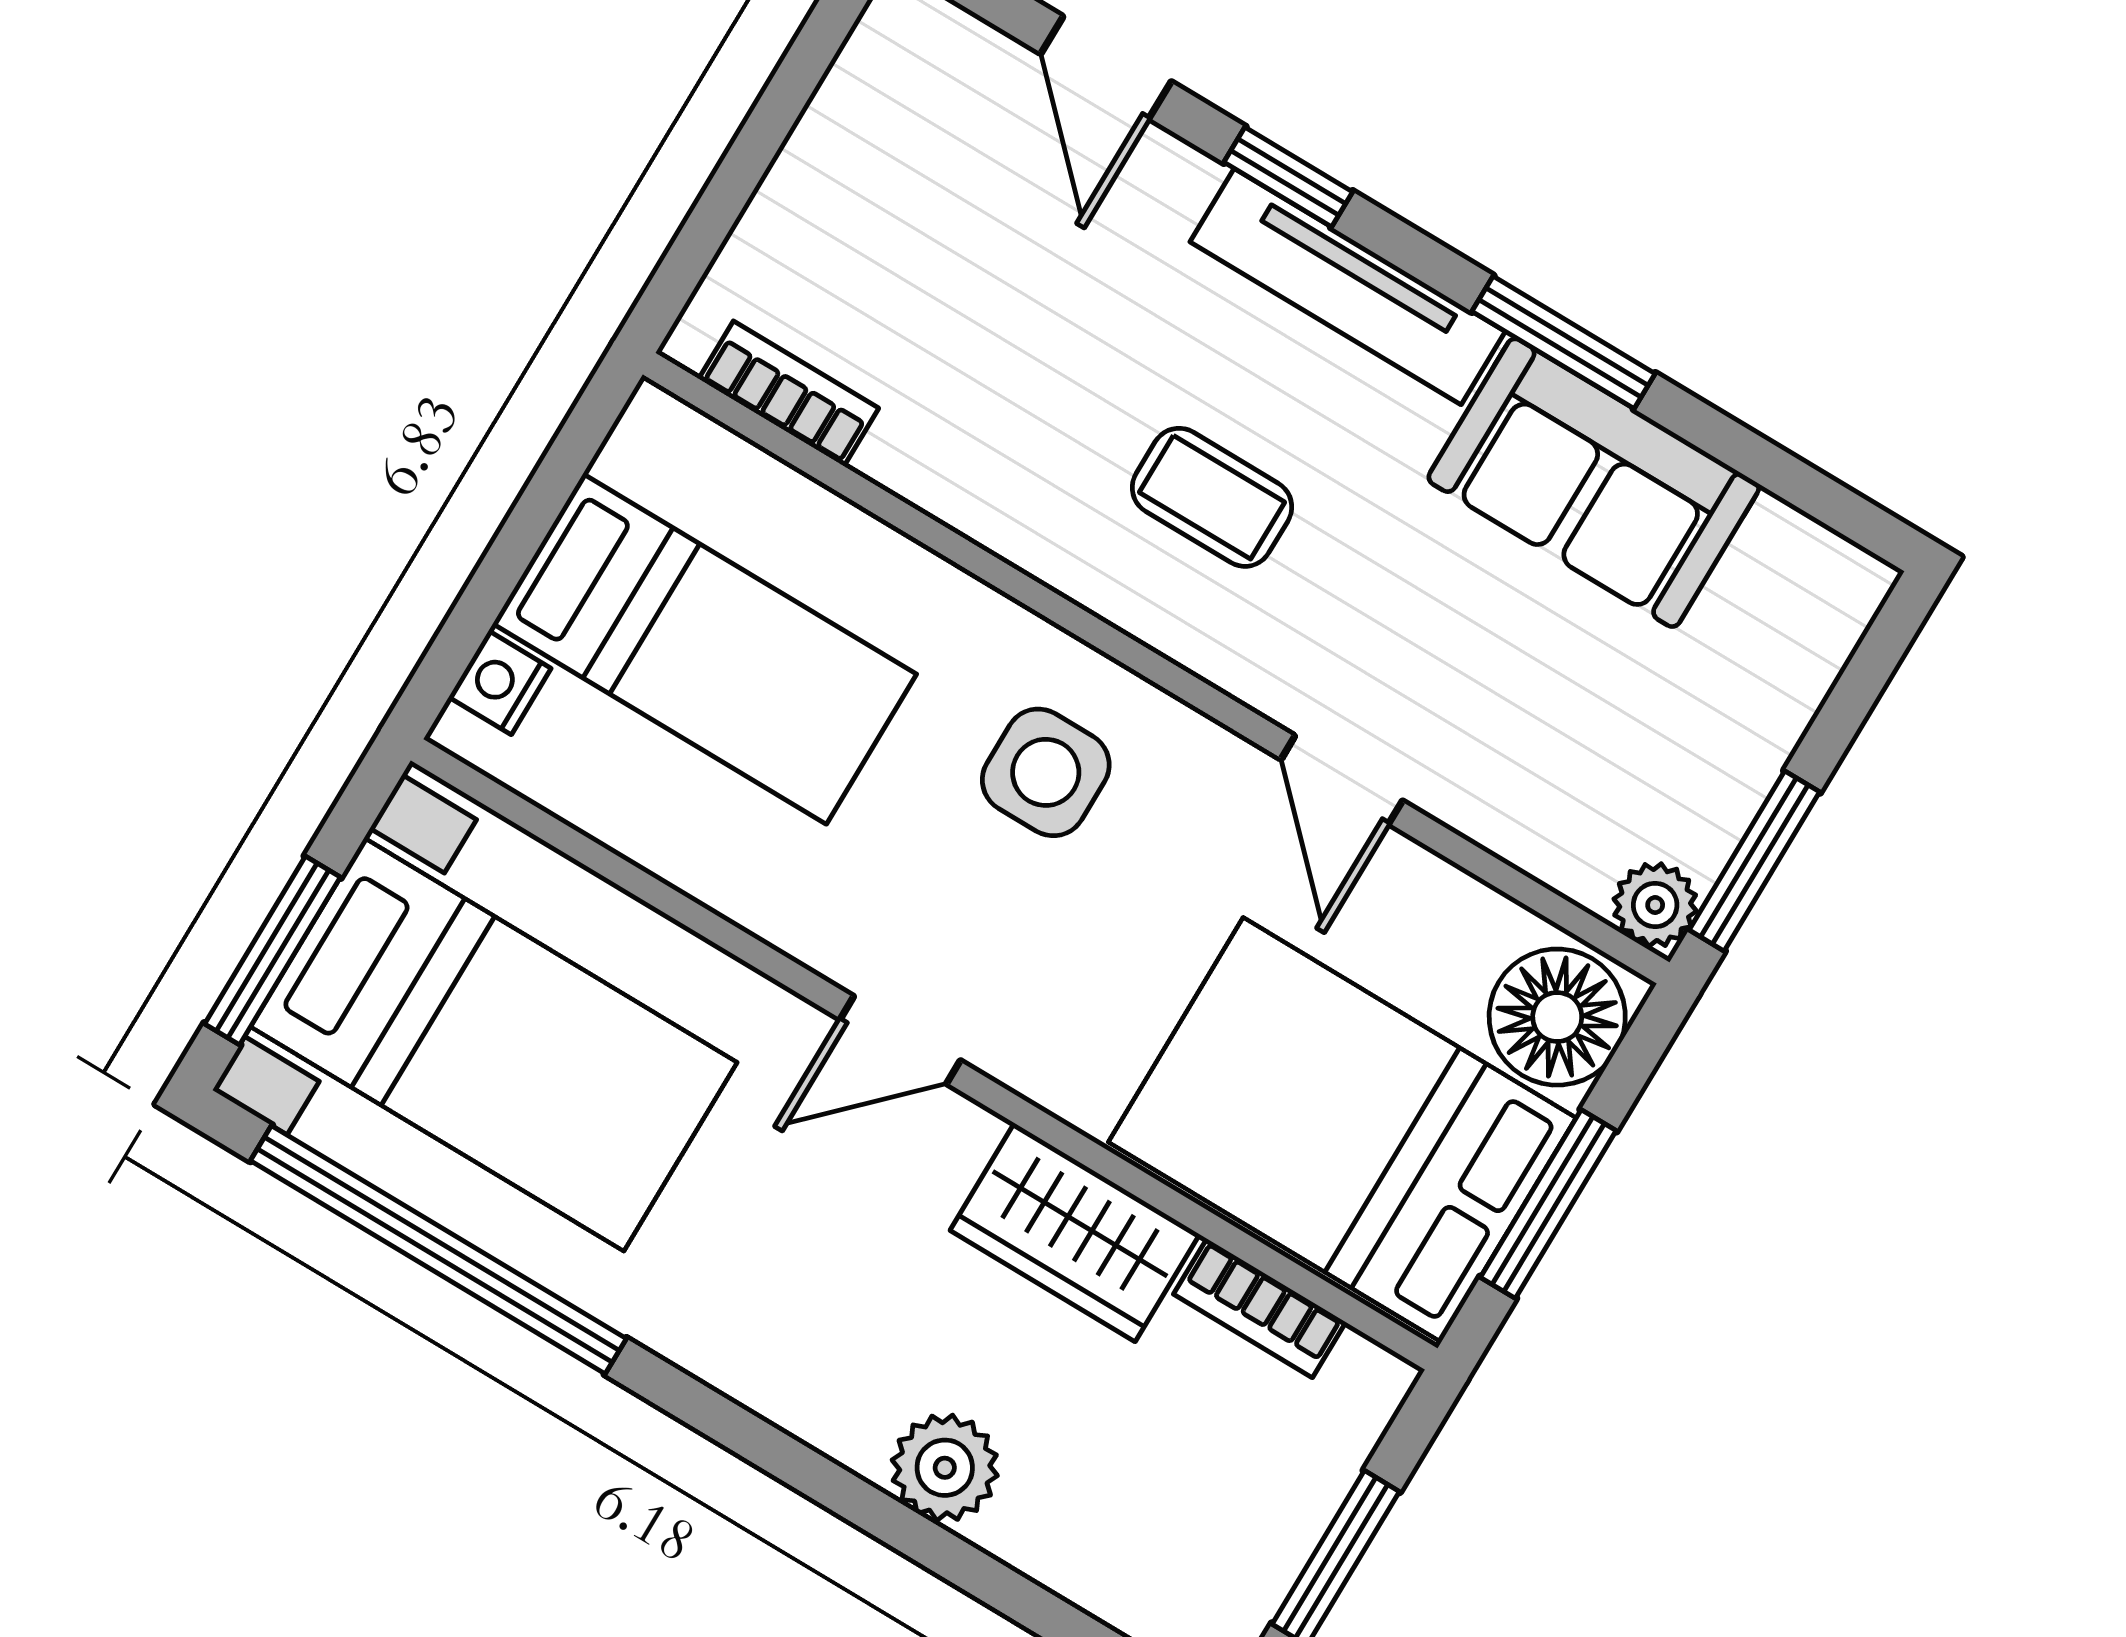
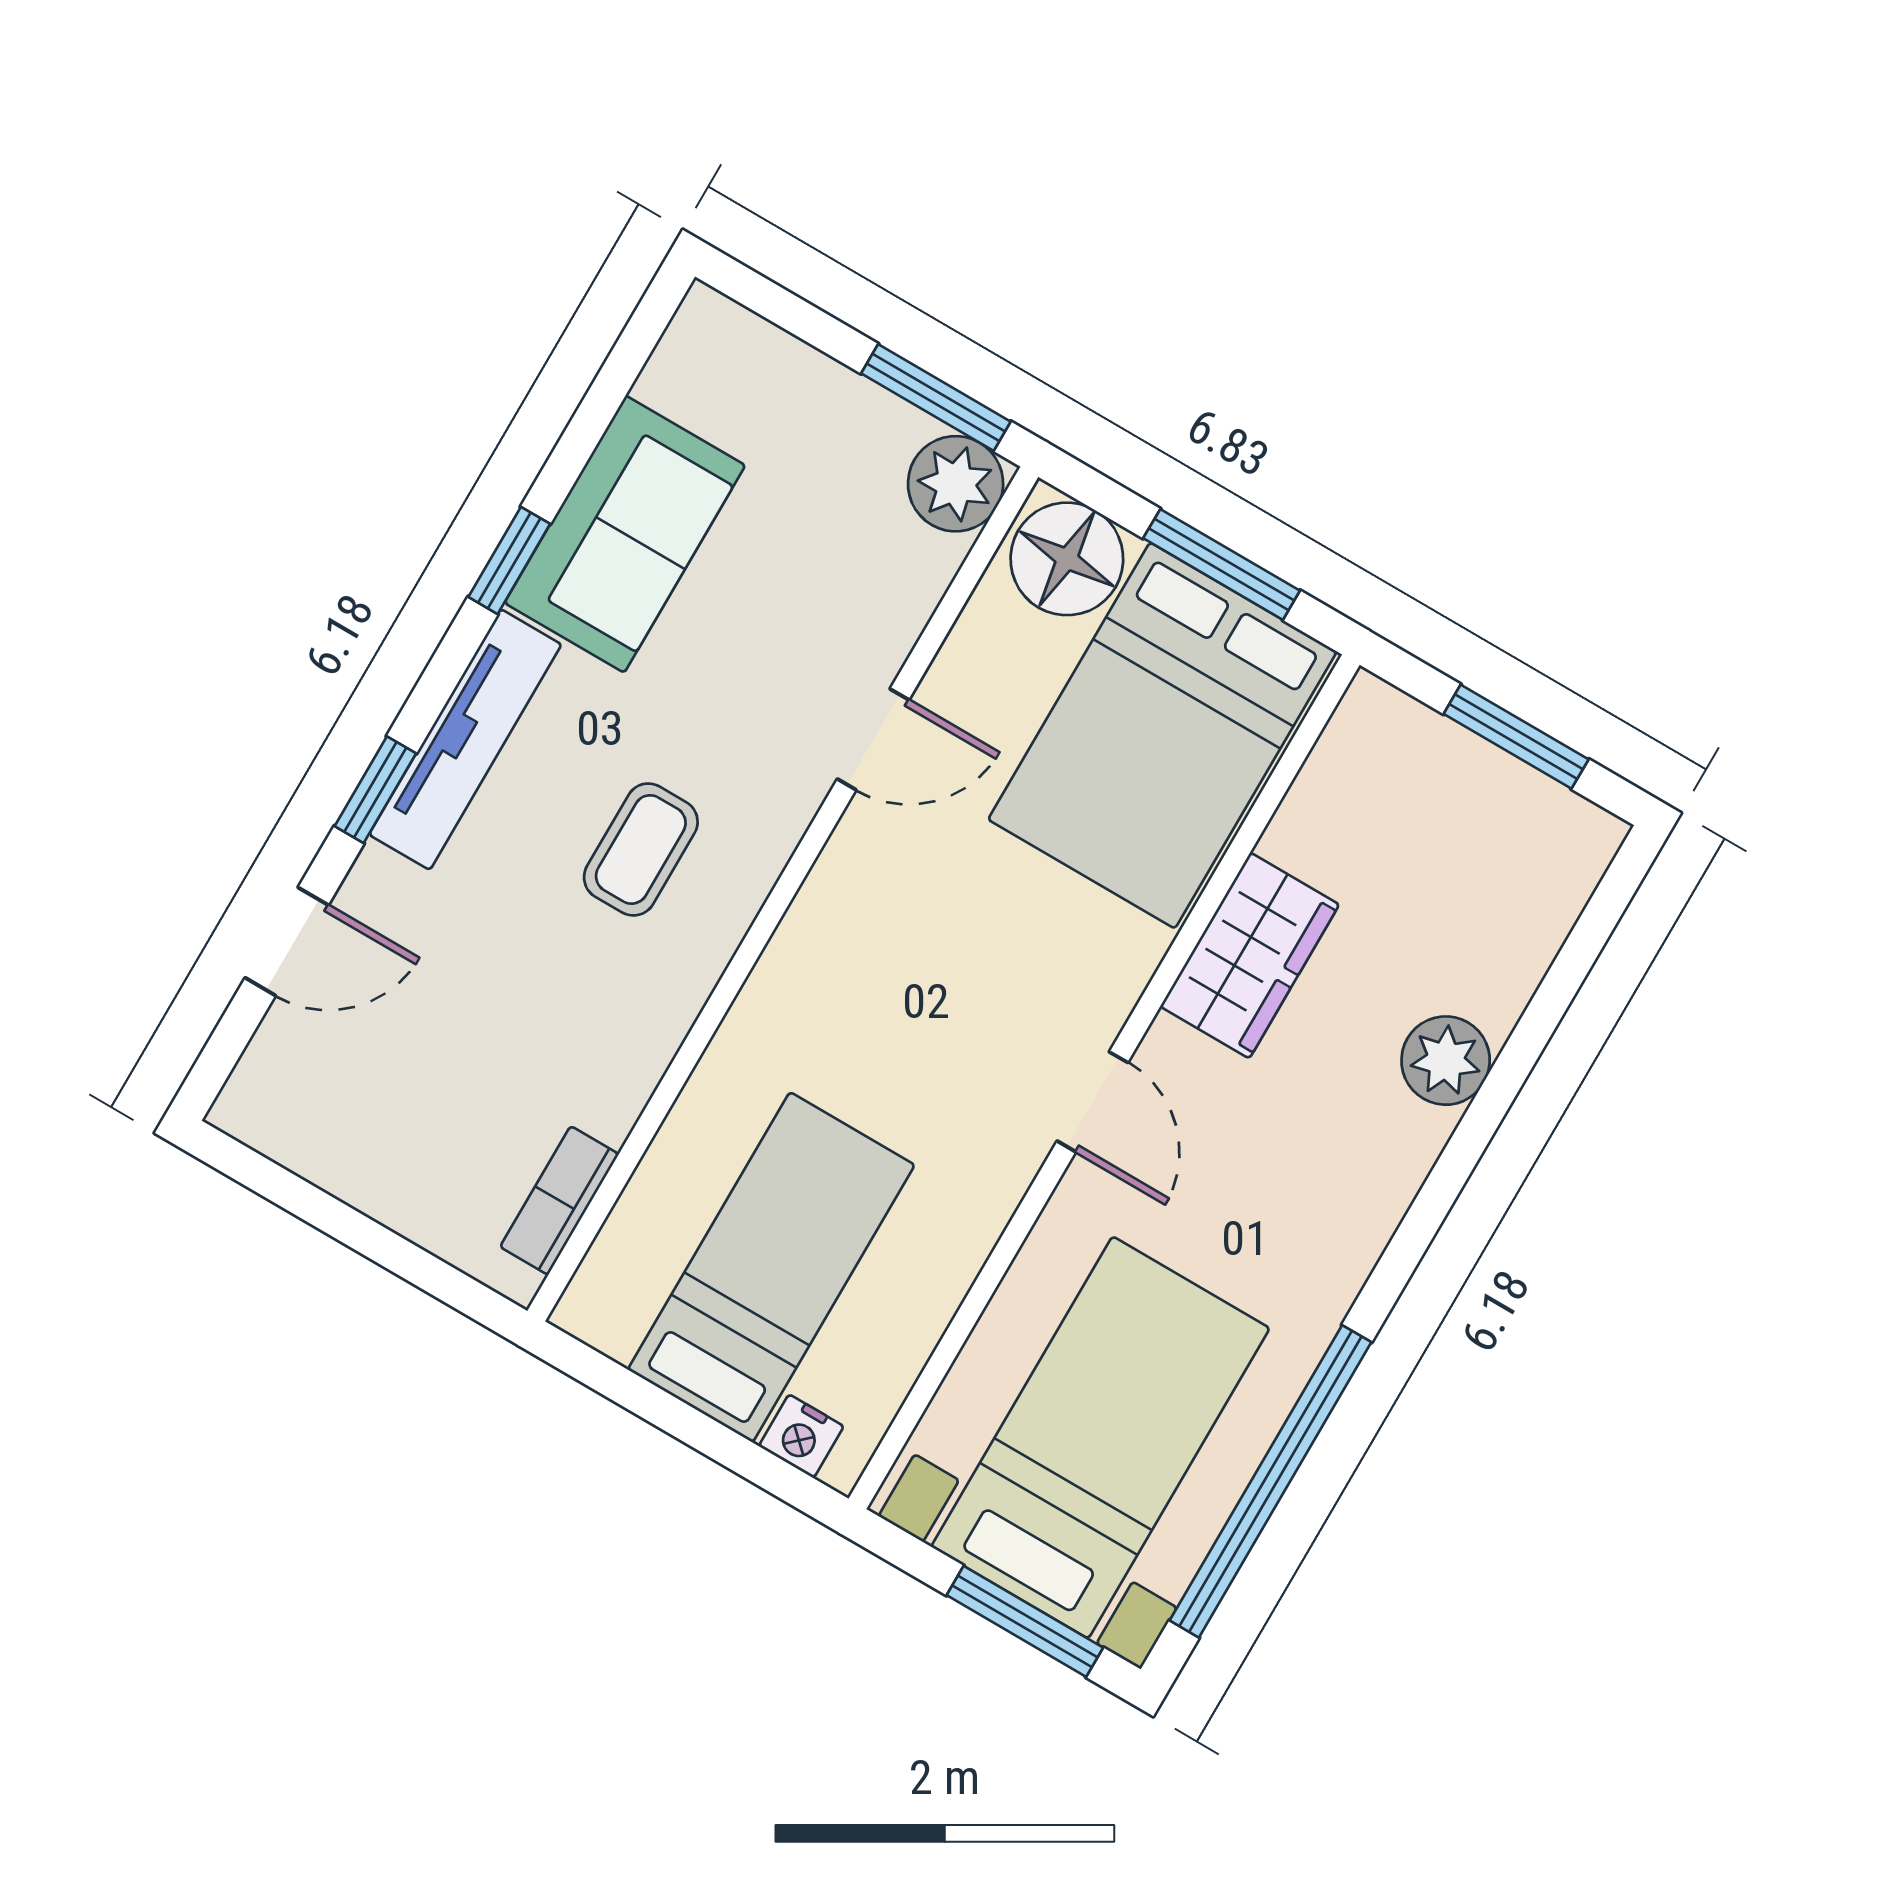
window: (1564, 342) -> (509, 560), width x0.67
side table: (1046, 772) -> (870, 984), removed
plant: (1655, 905) -> (956, 484), width x1.38, depth x1.38
bookcase: (1260, 1308) -> (1311, 802), removed

